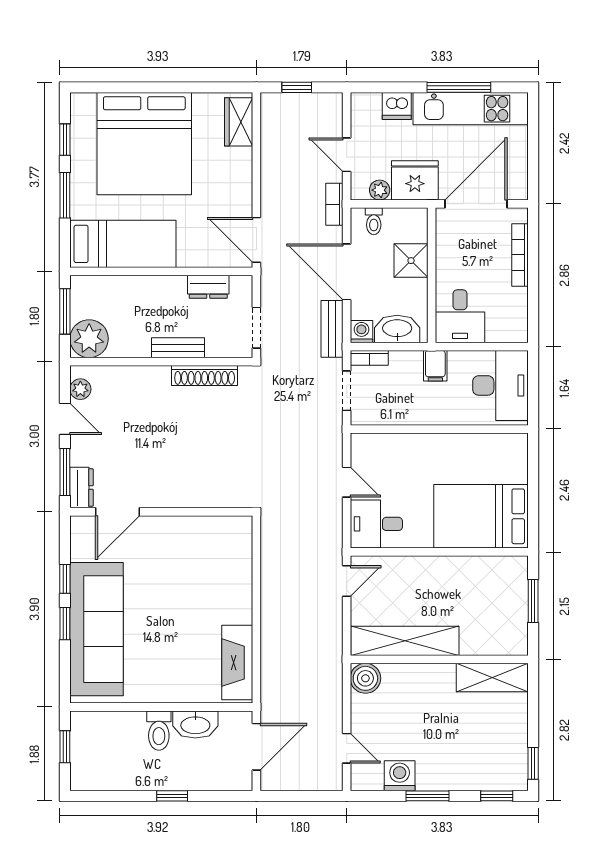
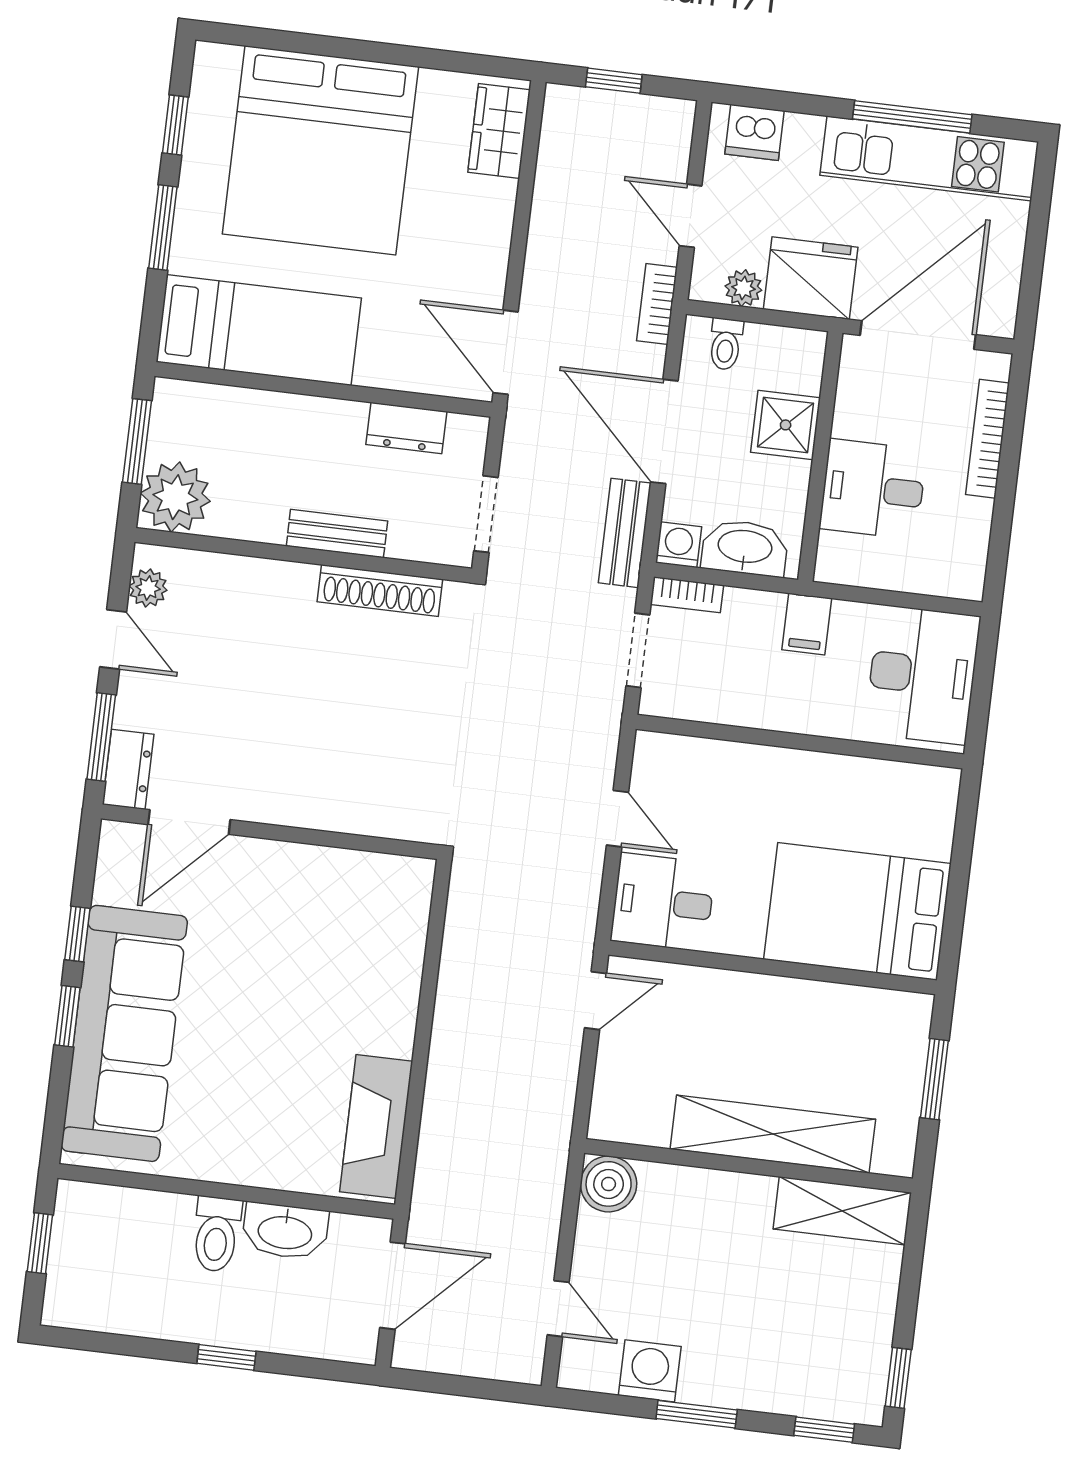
dishwasher: (397, 106) -> (754, 132), moved
desk: (460, 316) -> (873, 489), moved, turned 90
shelving: (405, 641) -> (773, 1134), moved

